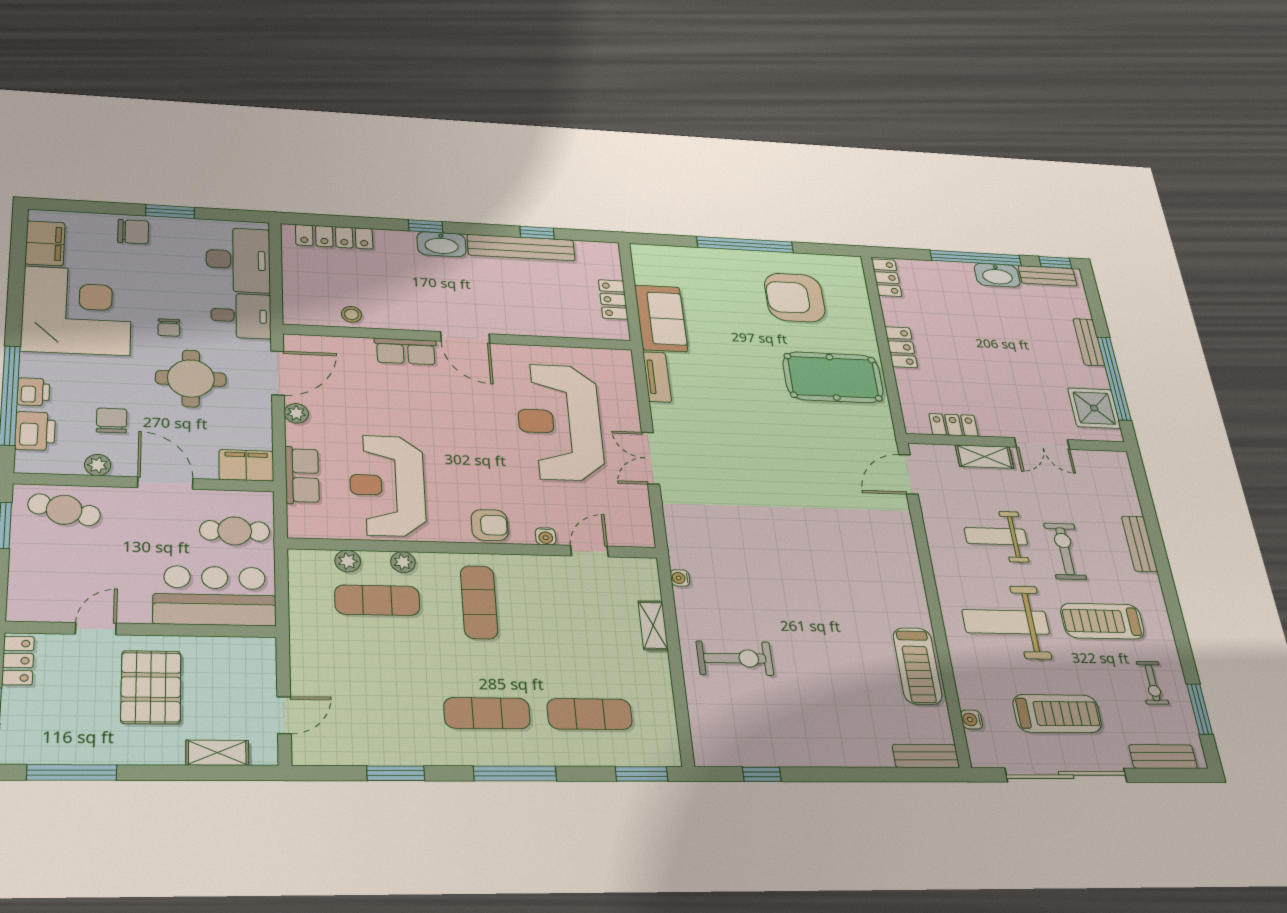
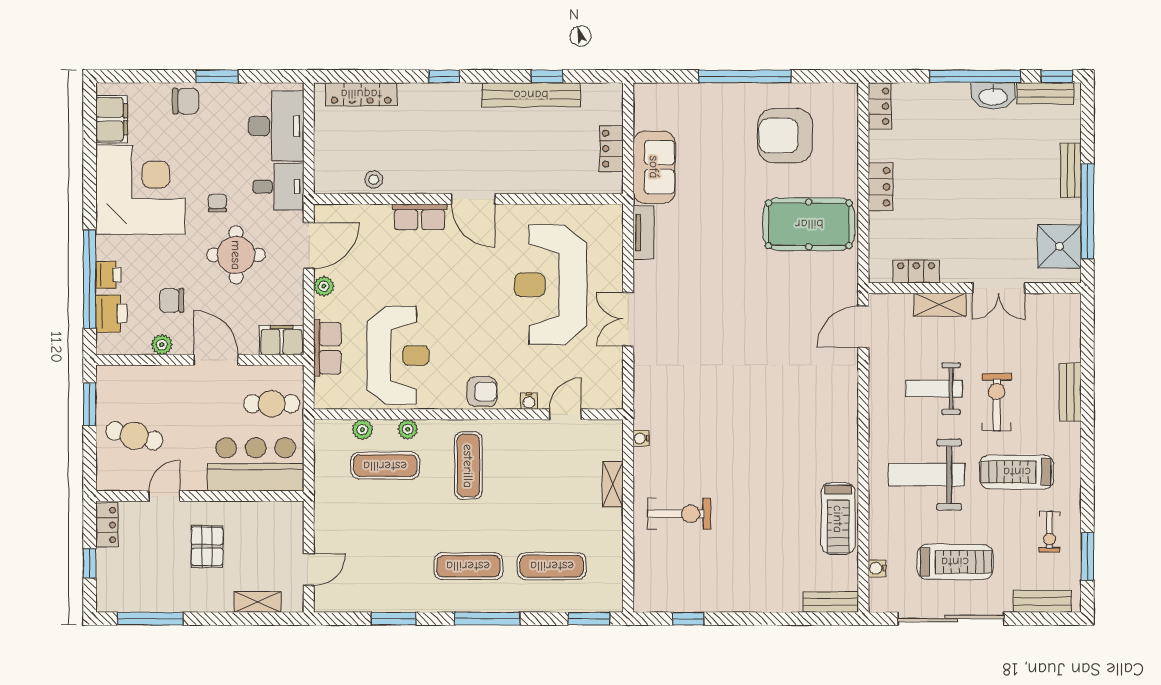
washbasin: (442, 244) -> (458, 96), removed
chair: (169, 328) -> (217, 203), turned 180
chair: (112, 420) -> (172, 300), turned -90
reception desk: (387, 485) -> (398, 355), turned 180
cafe table: (64, 510) -> (134, 436), moved
pallet: (151, 687) -> (207, 546), width x0.67, depth x0.71

